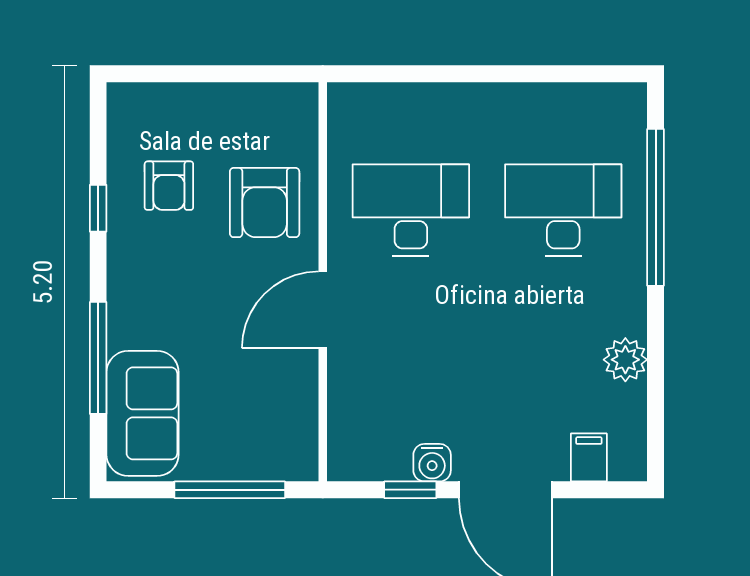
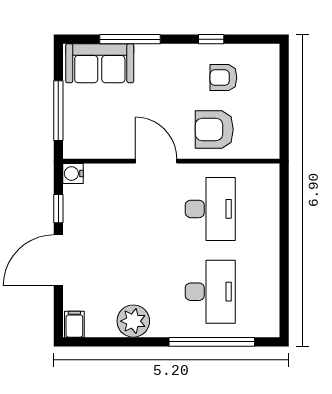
plant: (625, 360) -> (133, 321), width x1.36, depth x1.36
filing cabinet: (589, 457) -> (74, 324), moved, turned -90
water cooler: (432, 463) -> (73, 174), moved

